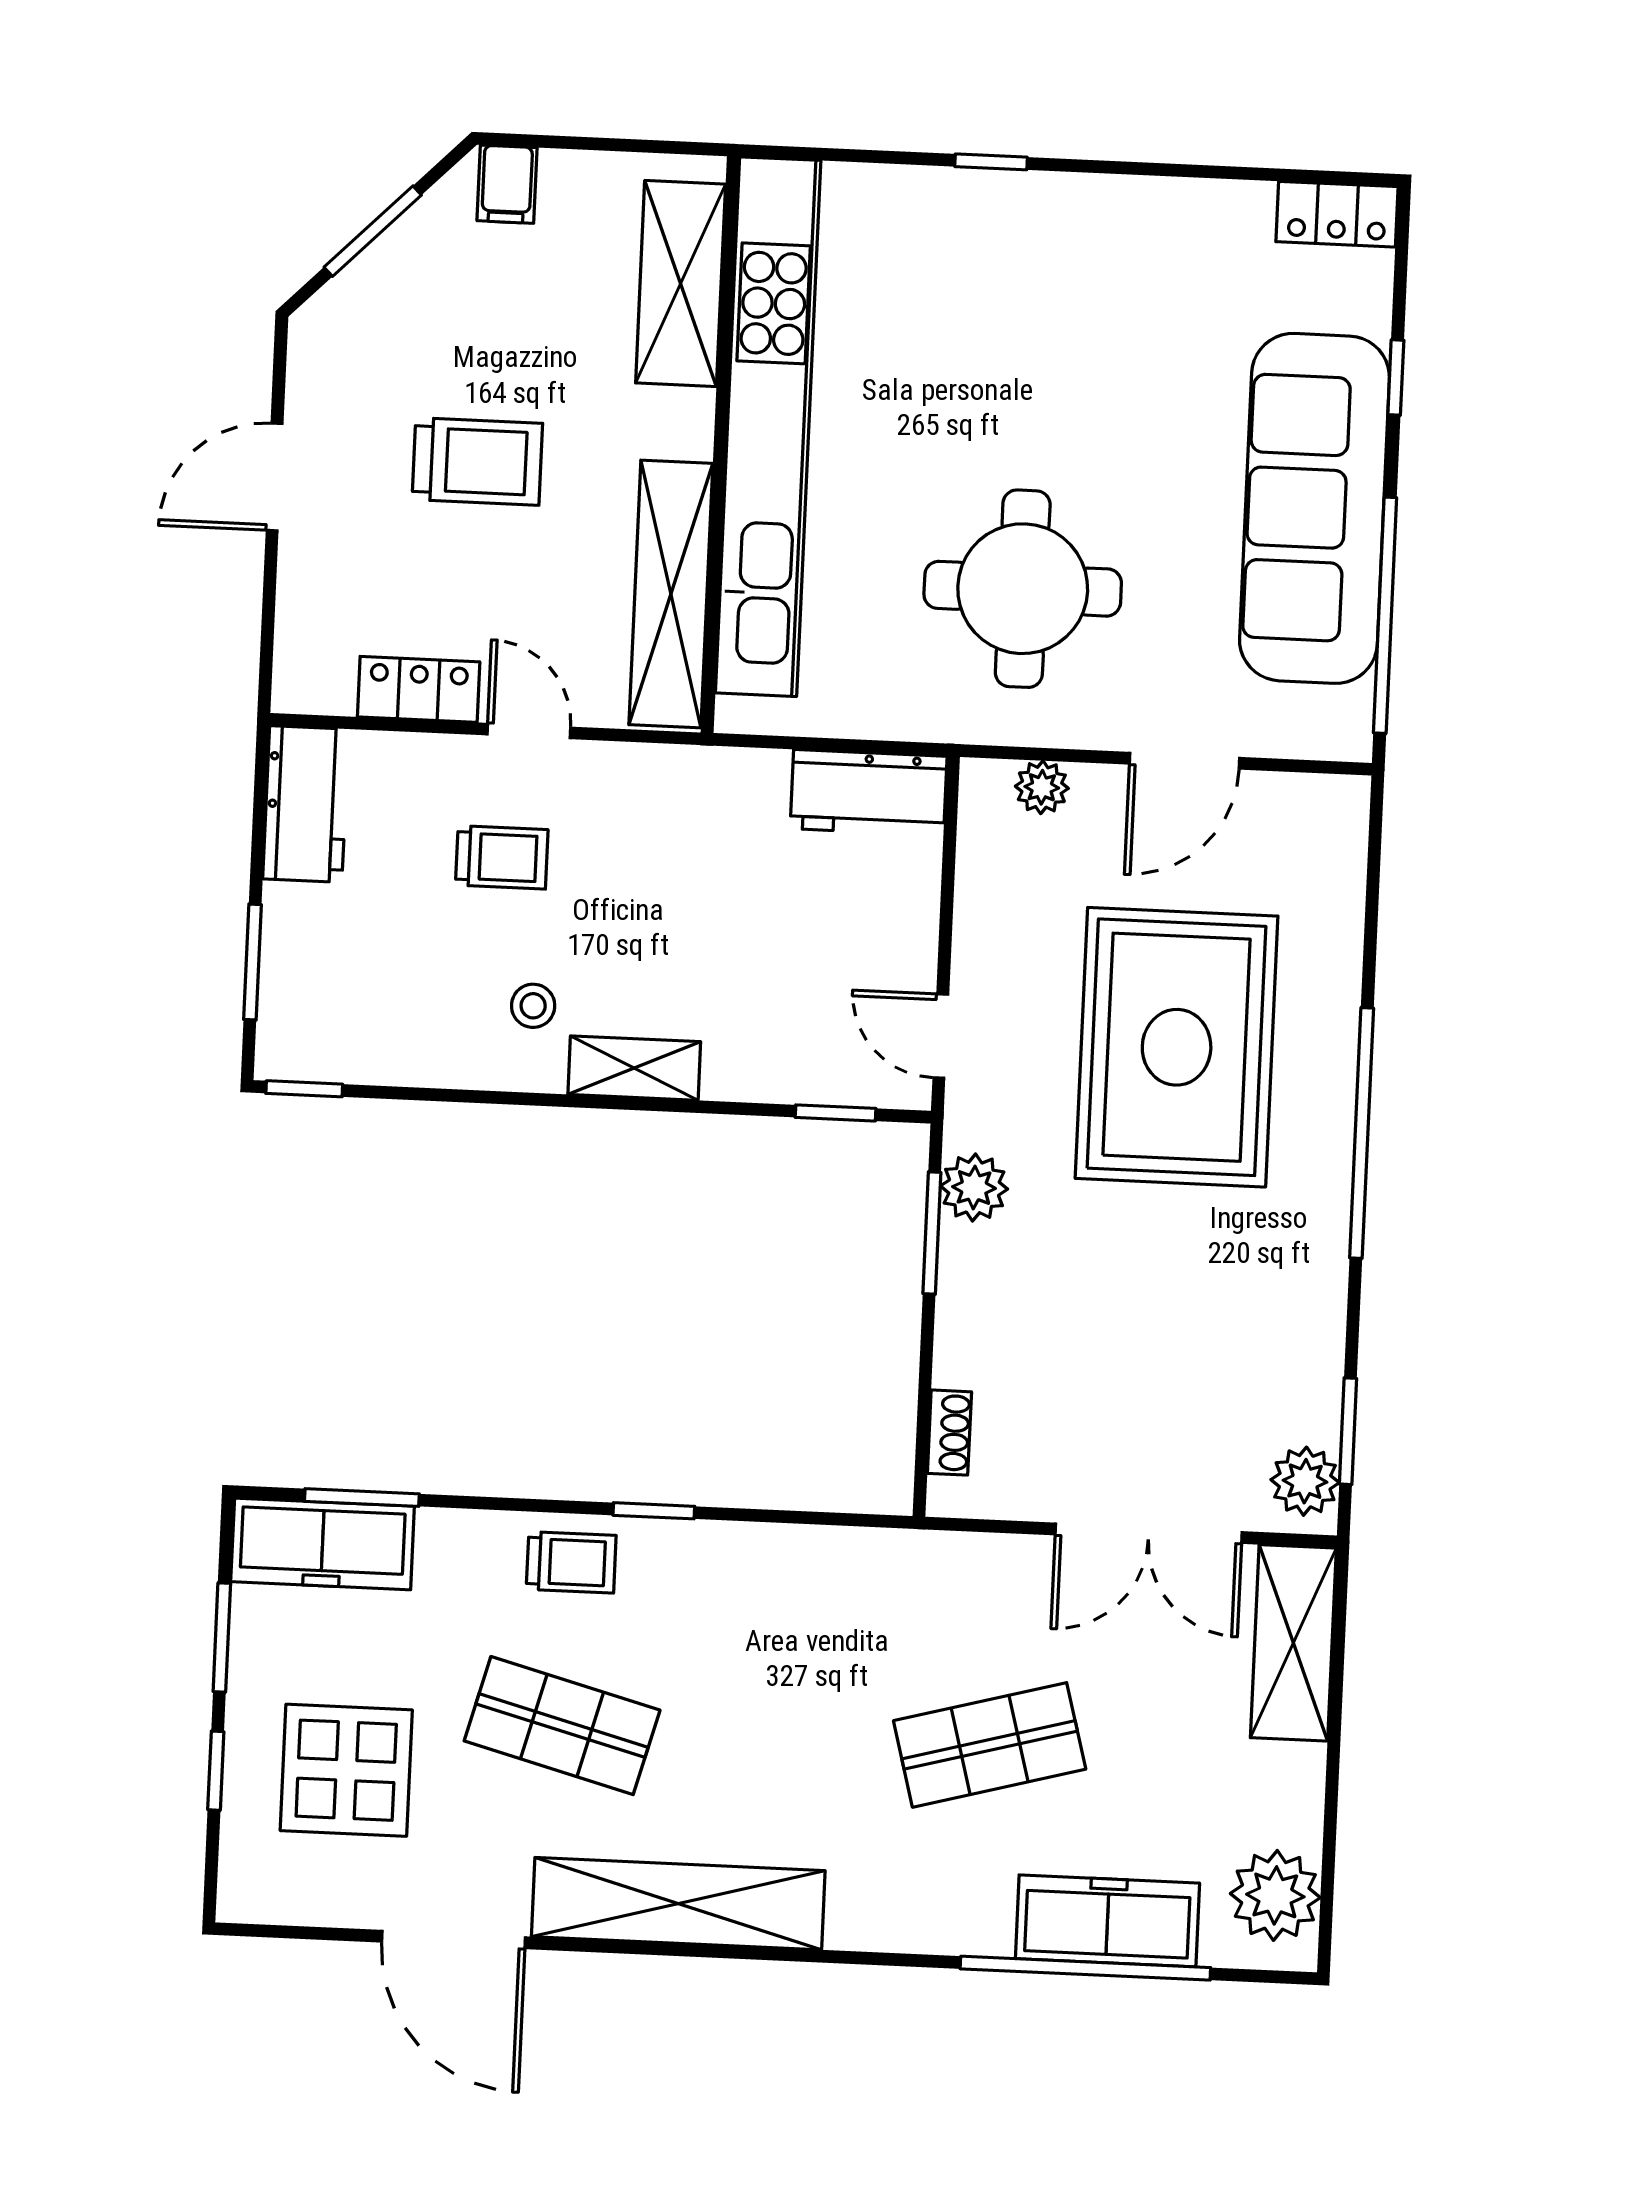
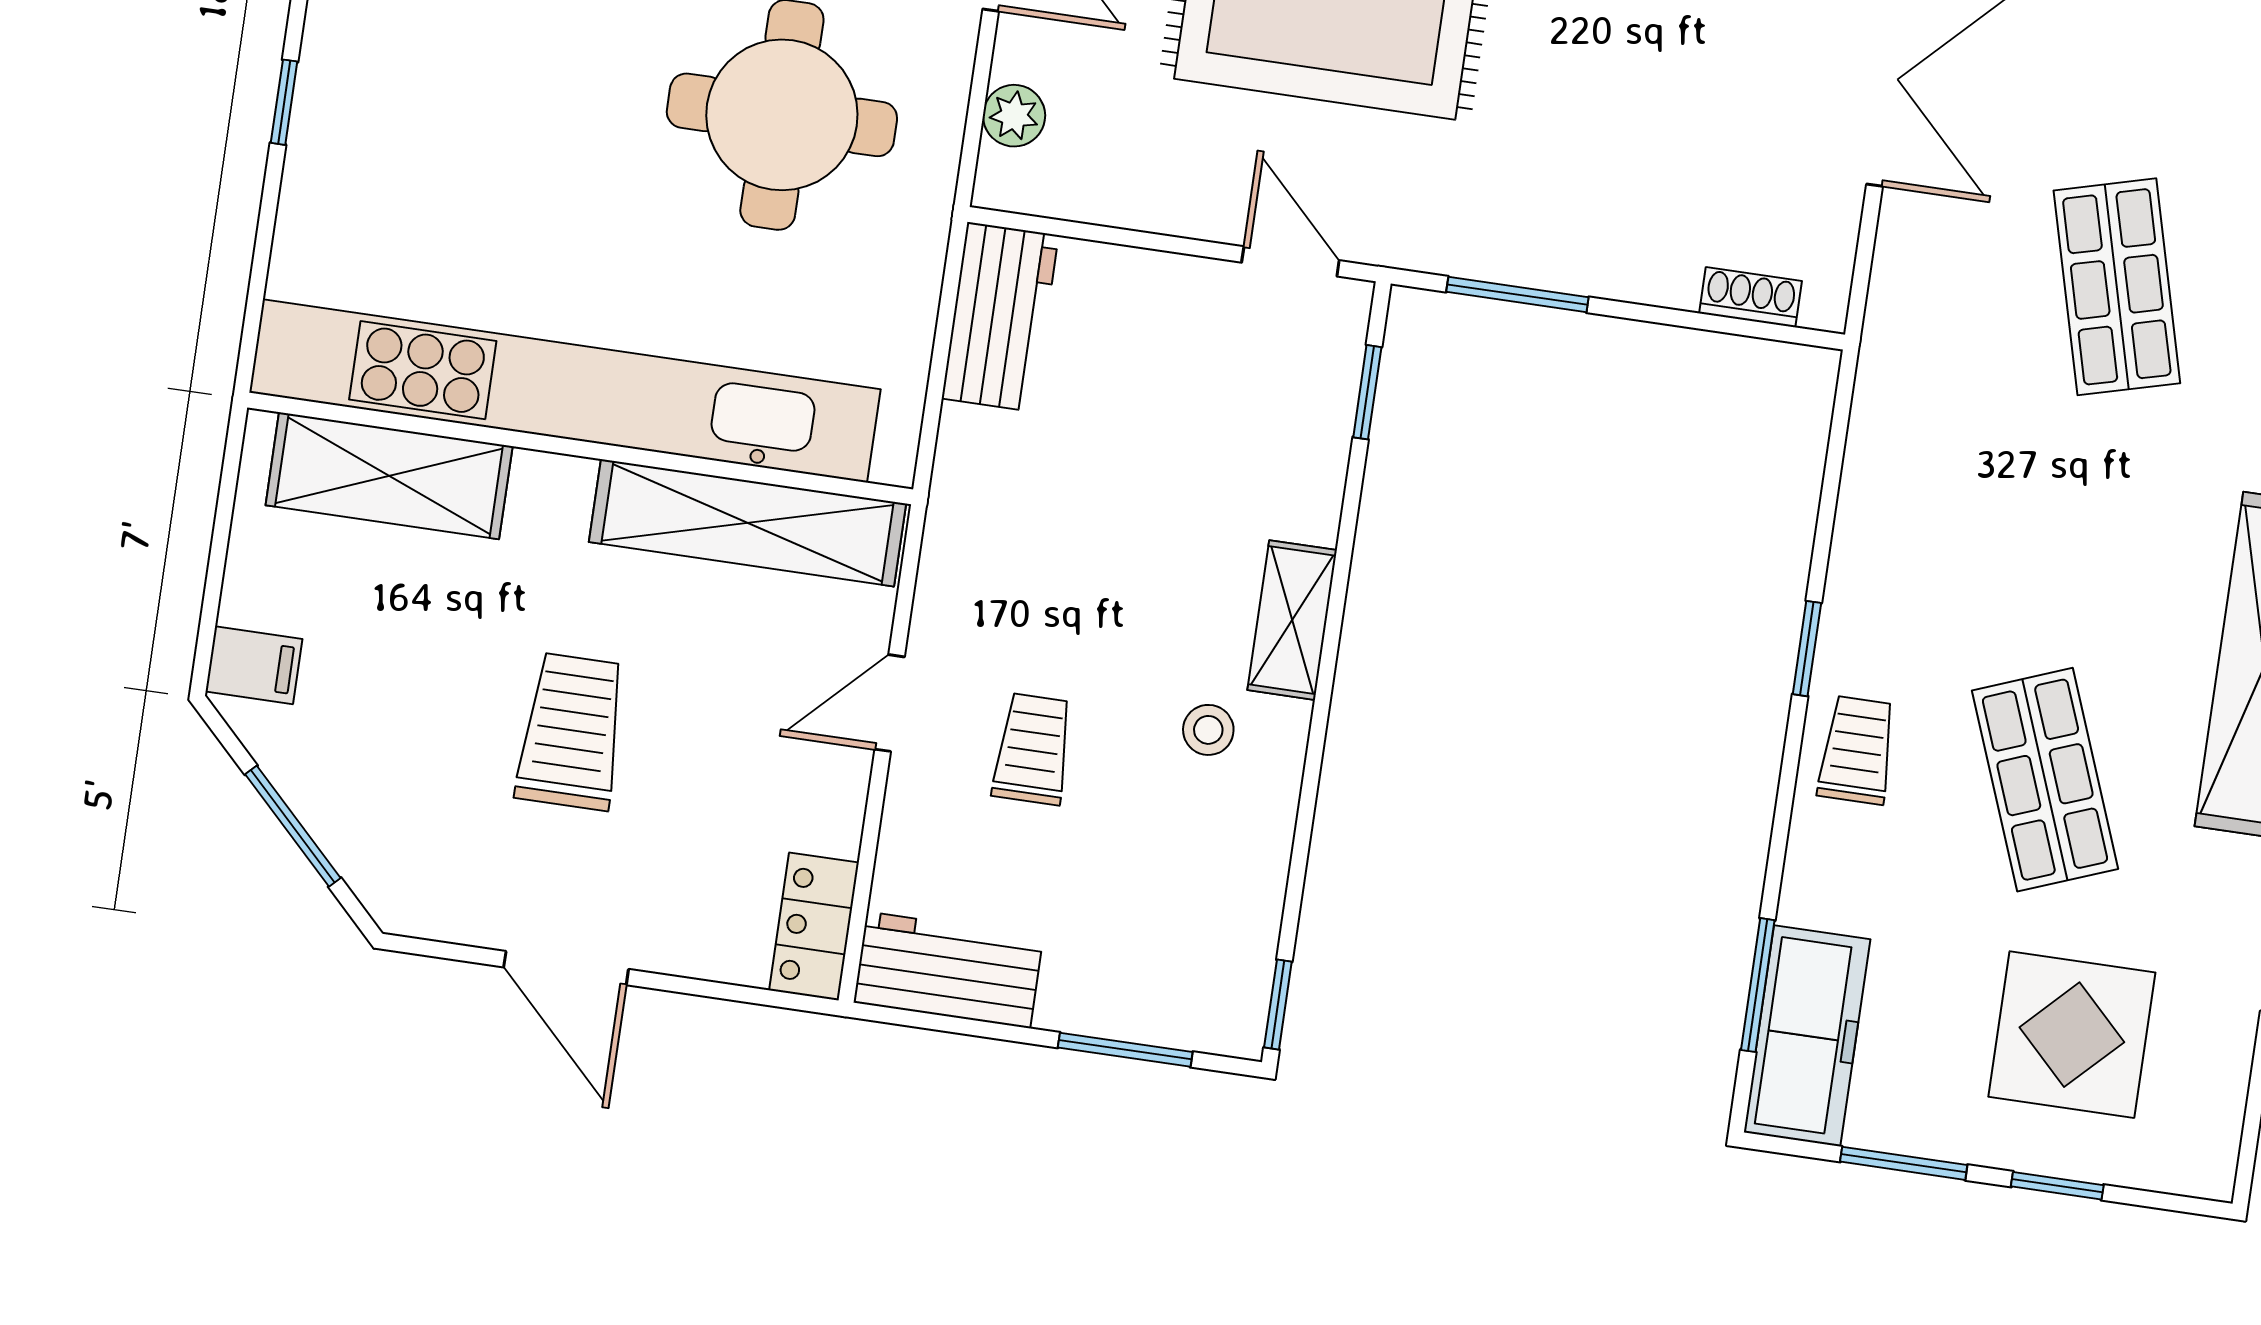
locker: (419, 689) -> (814, 926), moved
door: (941, 1036) -> (1290, 261), swing flipped
plant: (974, 1188) -> (1470, 240), removed
shop shelf: (562, 1726) -> (2045, 780), turned -36

